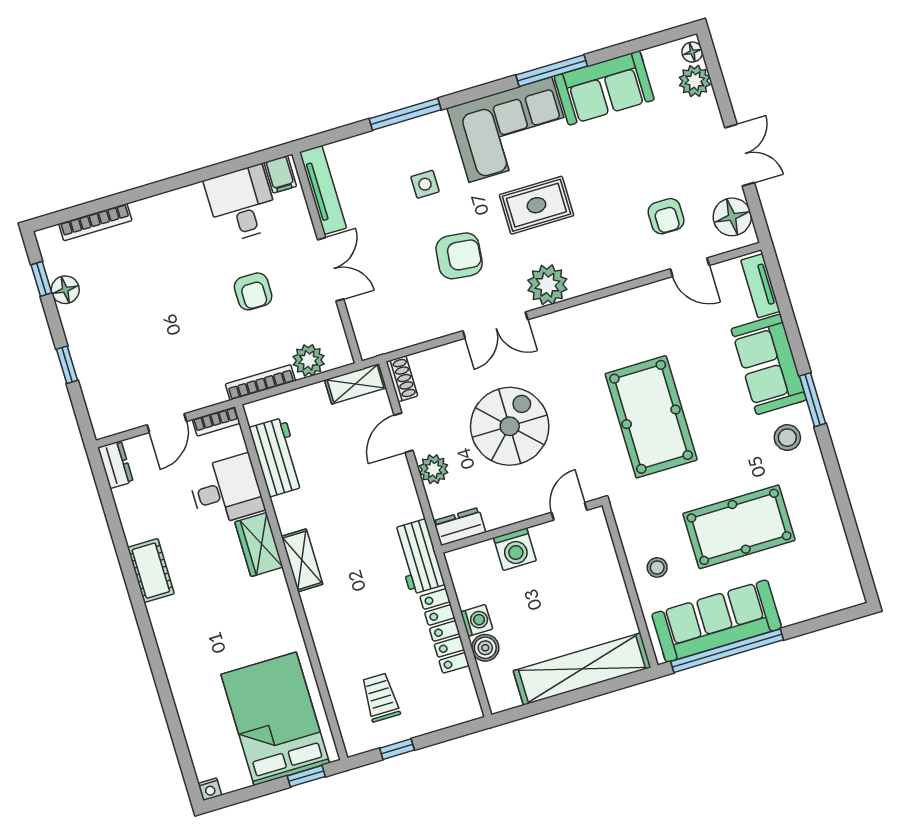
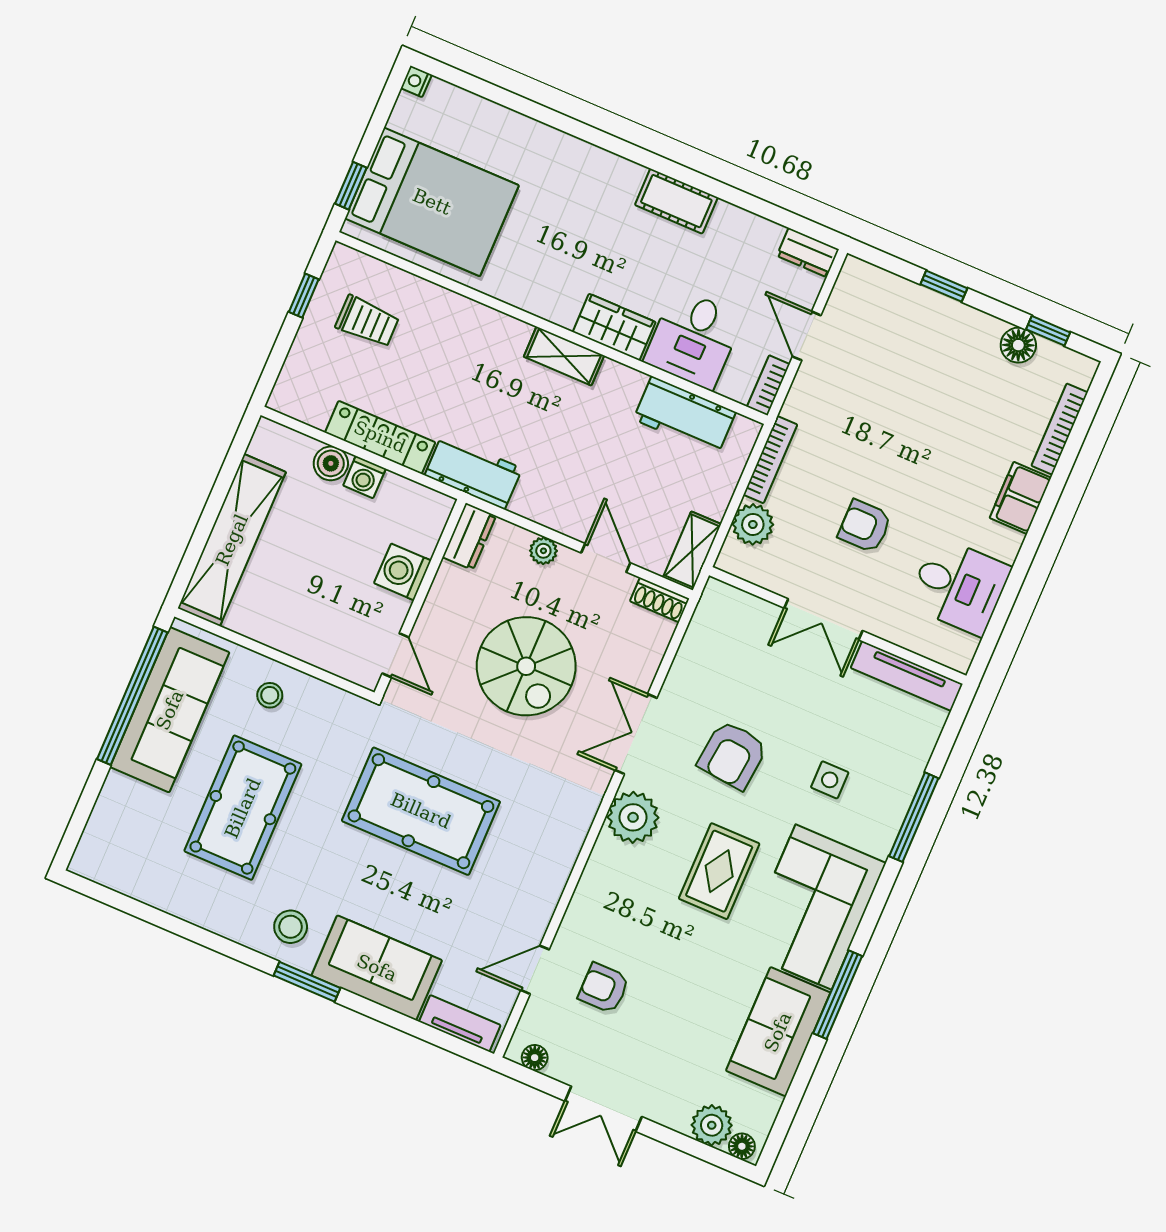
filing cabinet: (280, 174) -> (1020, 498), moved, width x2.00
floor lamp: (732, 217) -> (535, 1058), width x0.53, depth x0.53
plant: (433, 469) -> (543, 551), width x0.73, depth x0.73

